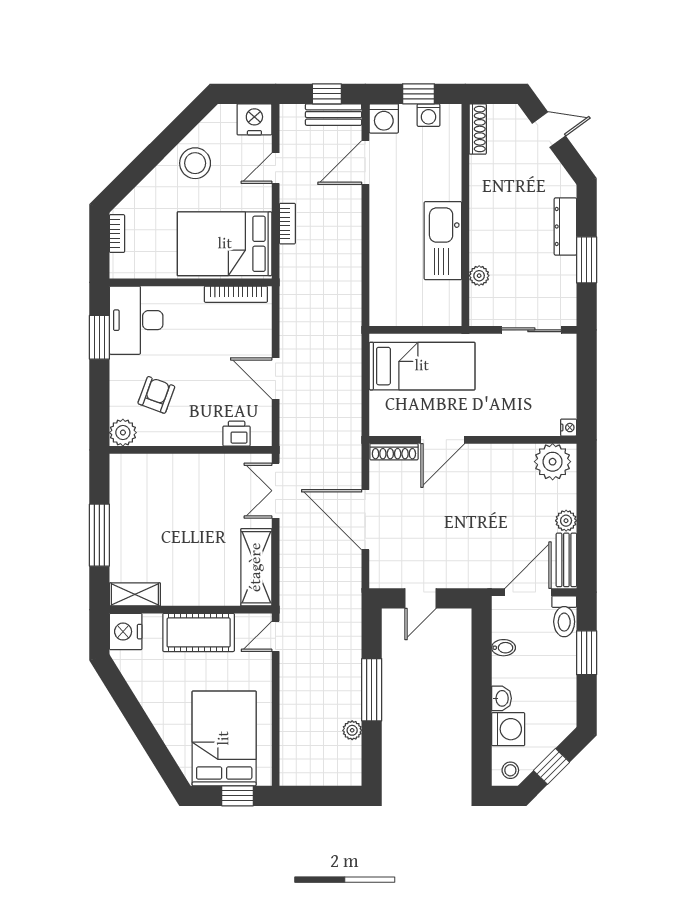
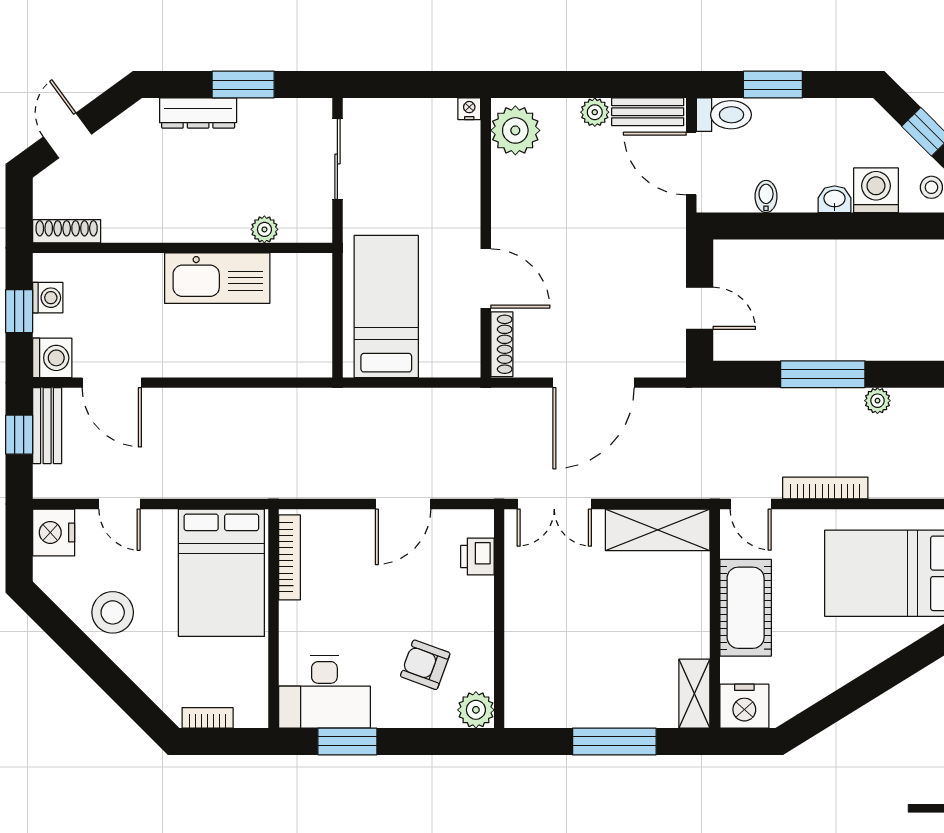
bookcase: (287, 224) -> (825, 488), moved, width x1.56

